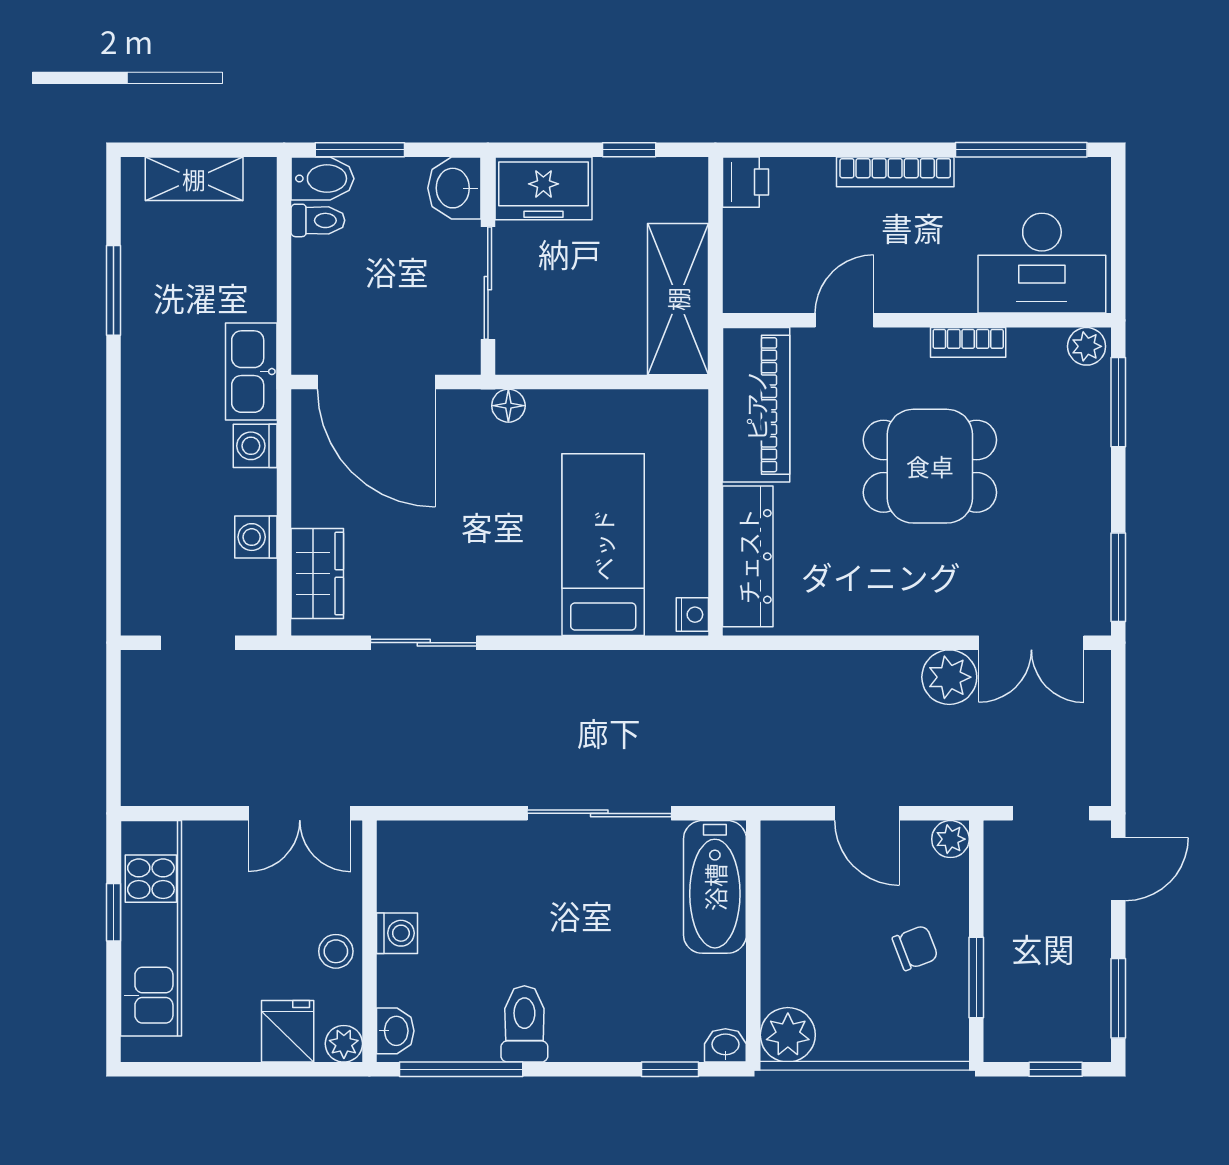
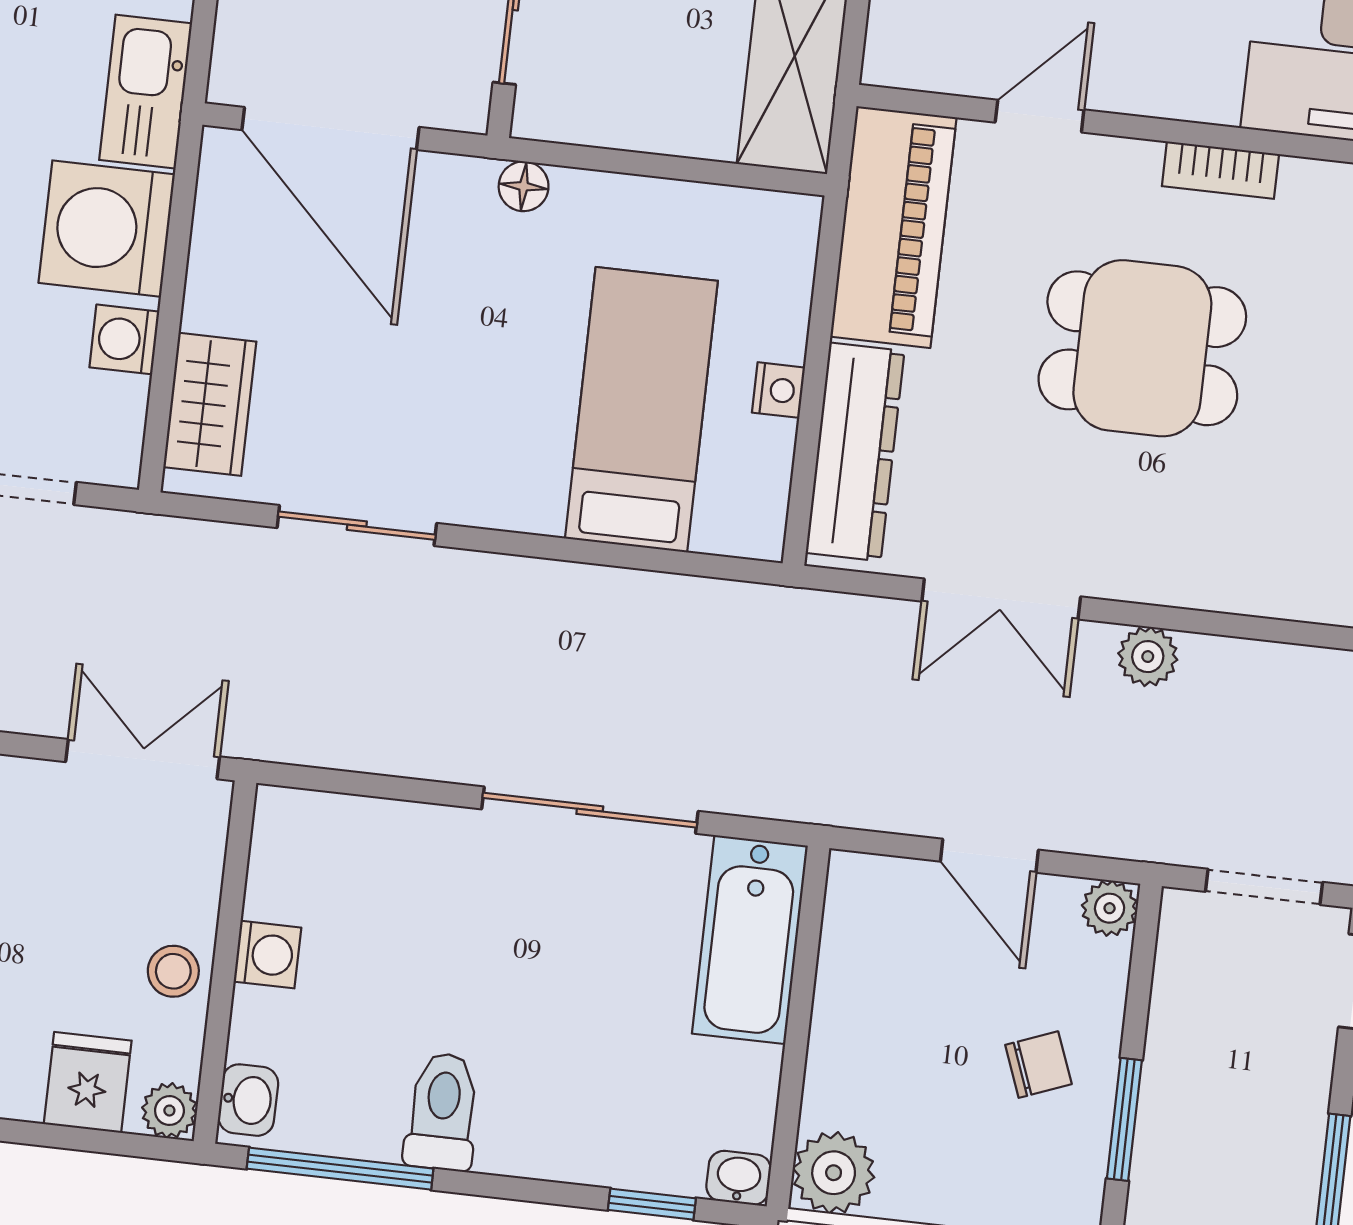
washing machine: (255, 446) -> (107, 229), width x1.89, depth x1.89
nightstand: (692, 615) -> (778, 390), moved
double door: (1031, 643) -> (1001, 599), moved
plant: (949, 677) -> (1148, 657), width x0.73, depth x0.73
double door: (300, 813) -> (143, 759), swing flipped

